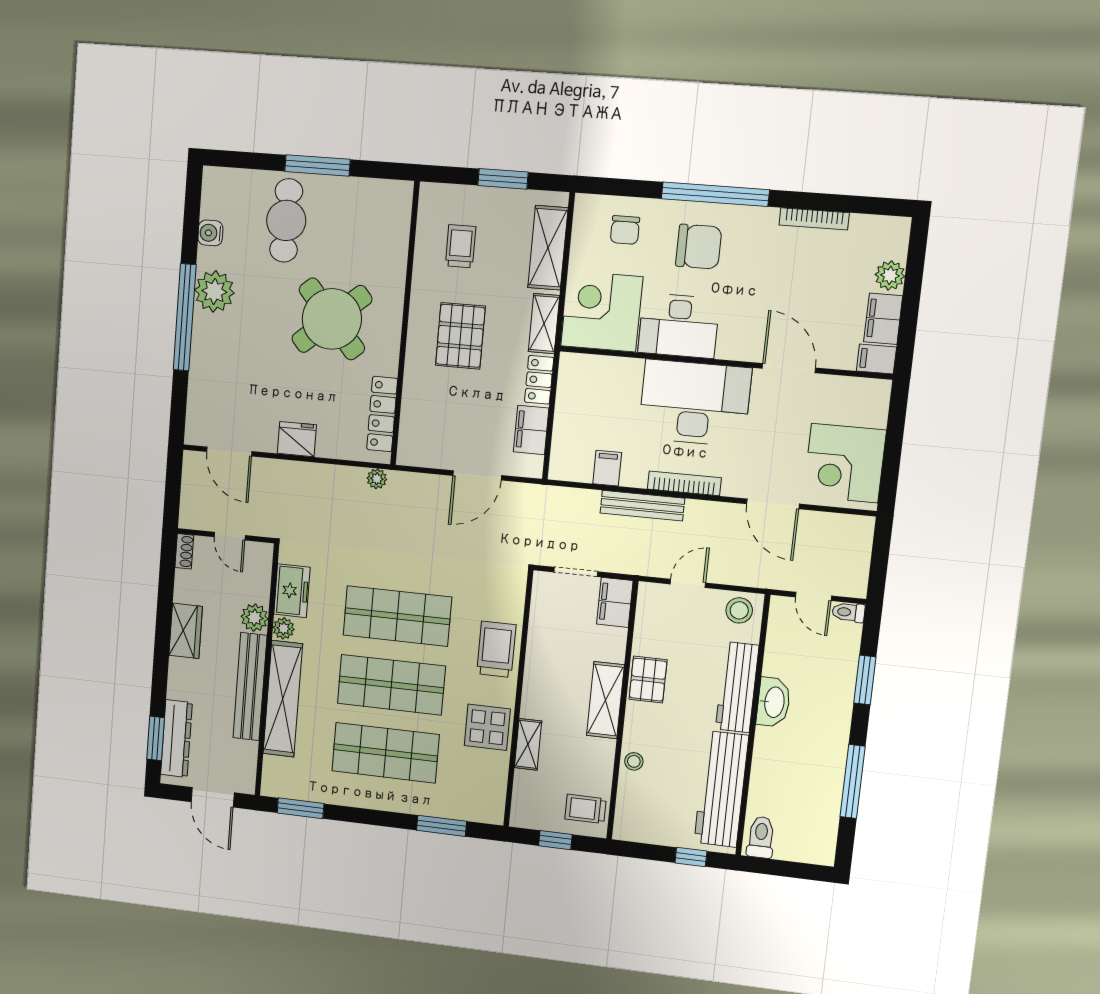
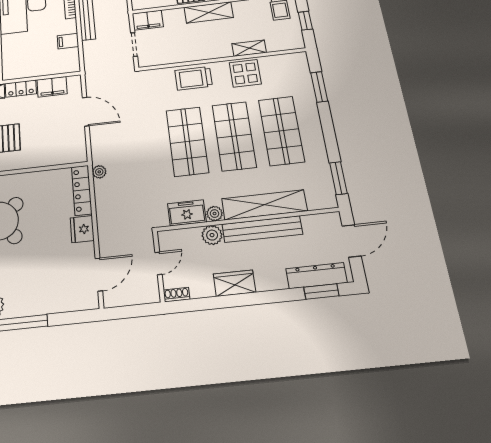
locker: (382, 414) -> (82, 190), moved, turned 90

